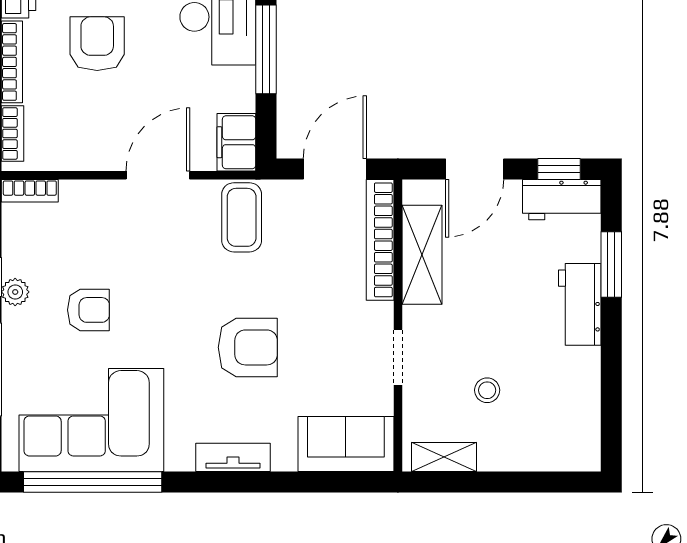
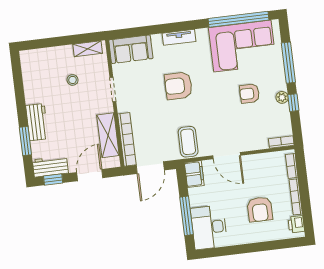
door: (158, 175) -> (227, 156), hinge flipped

